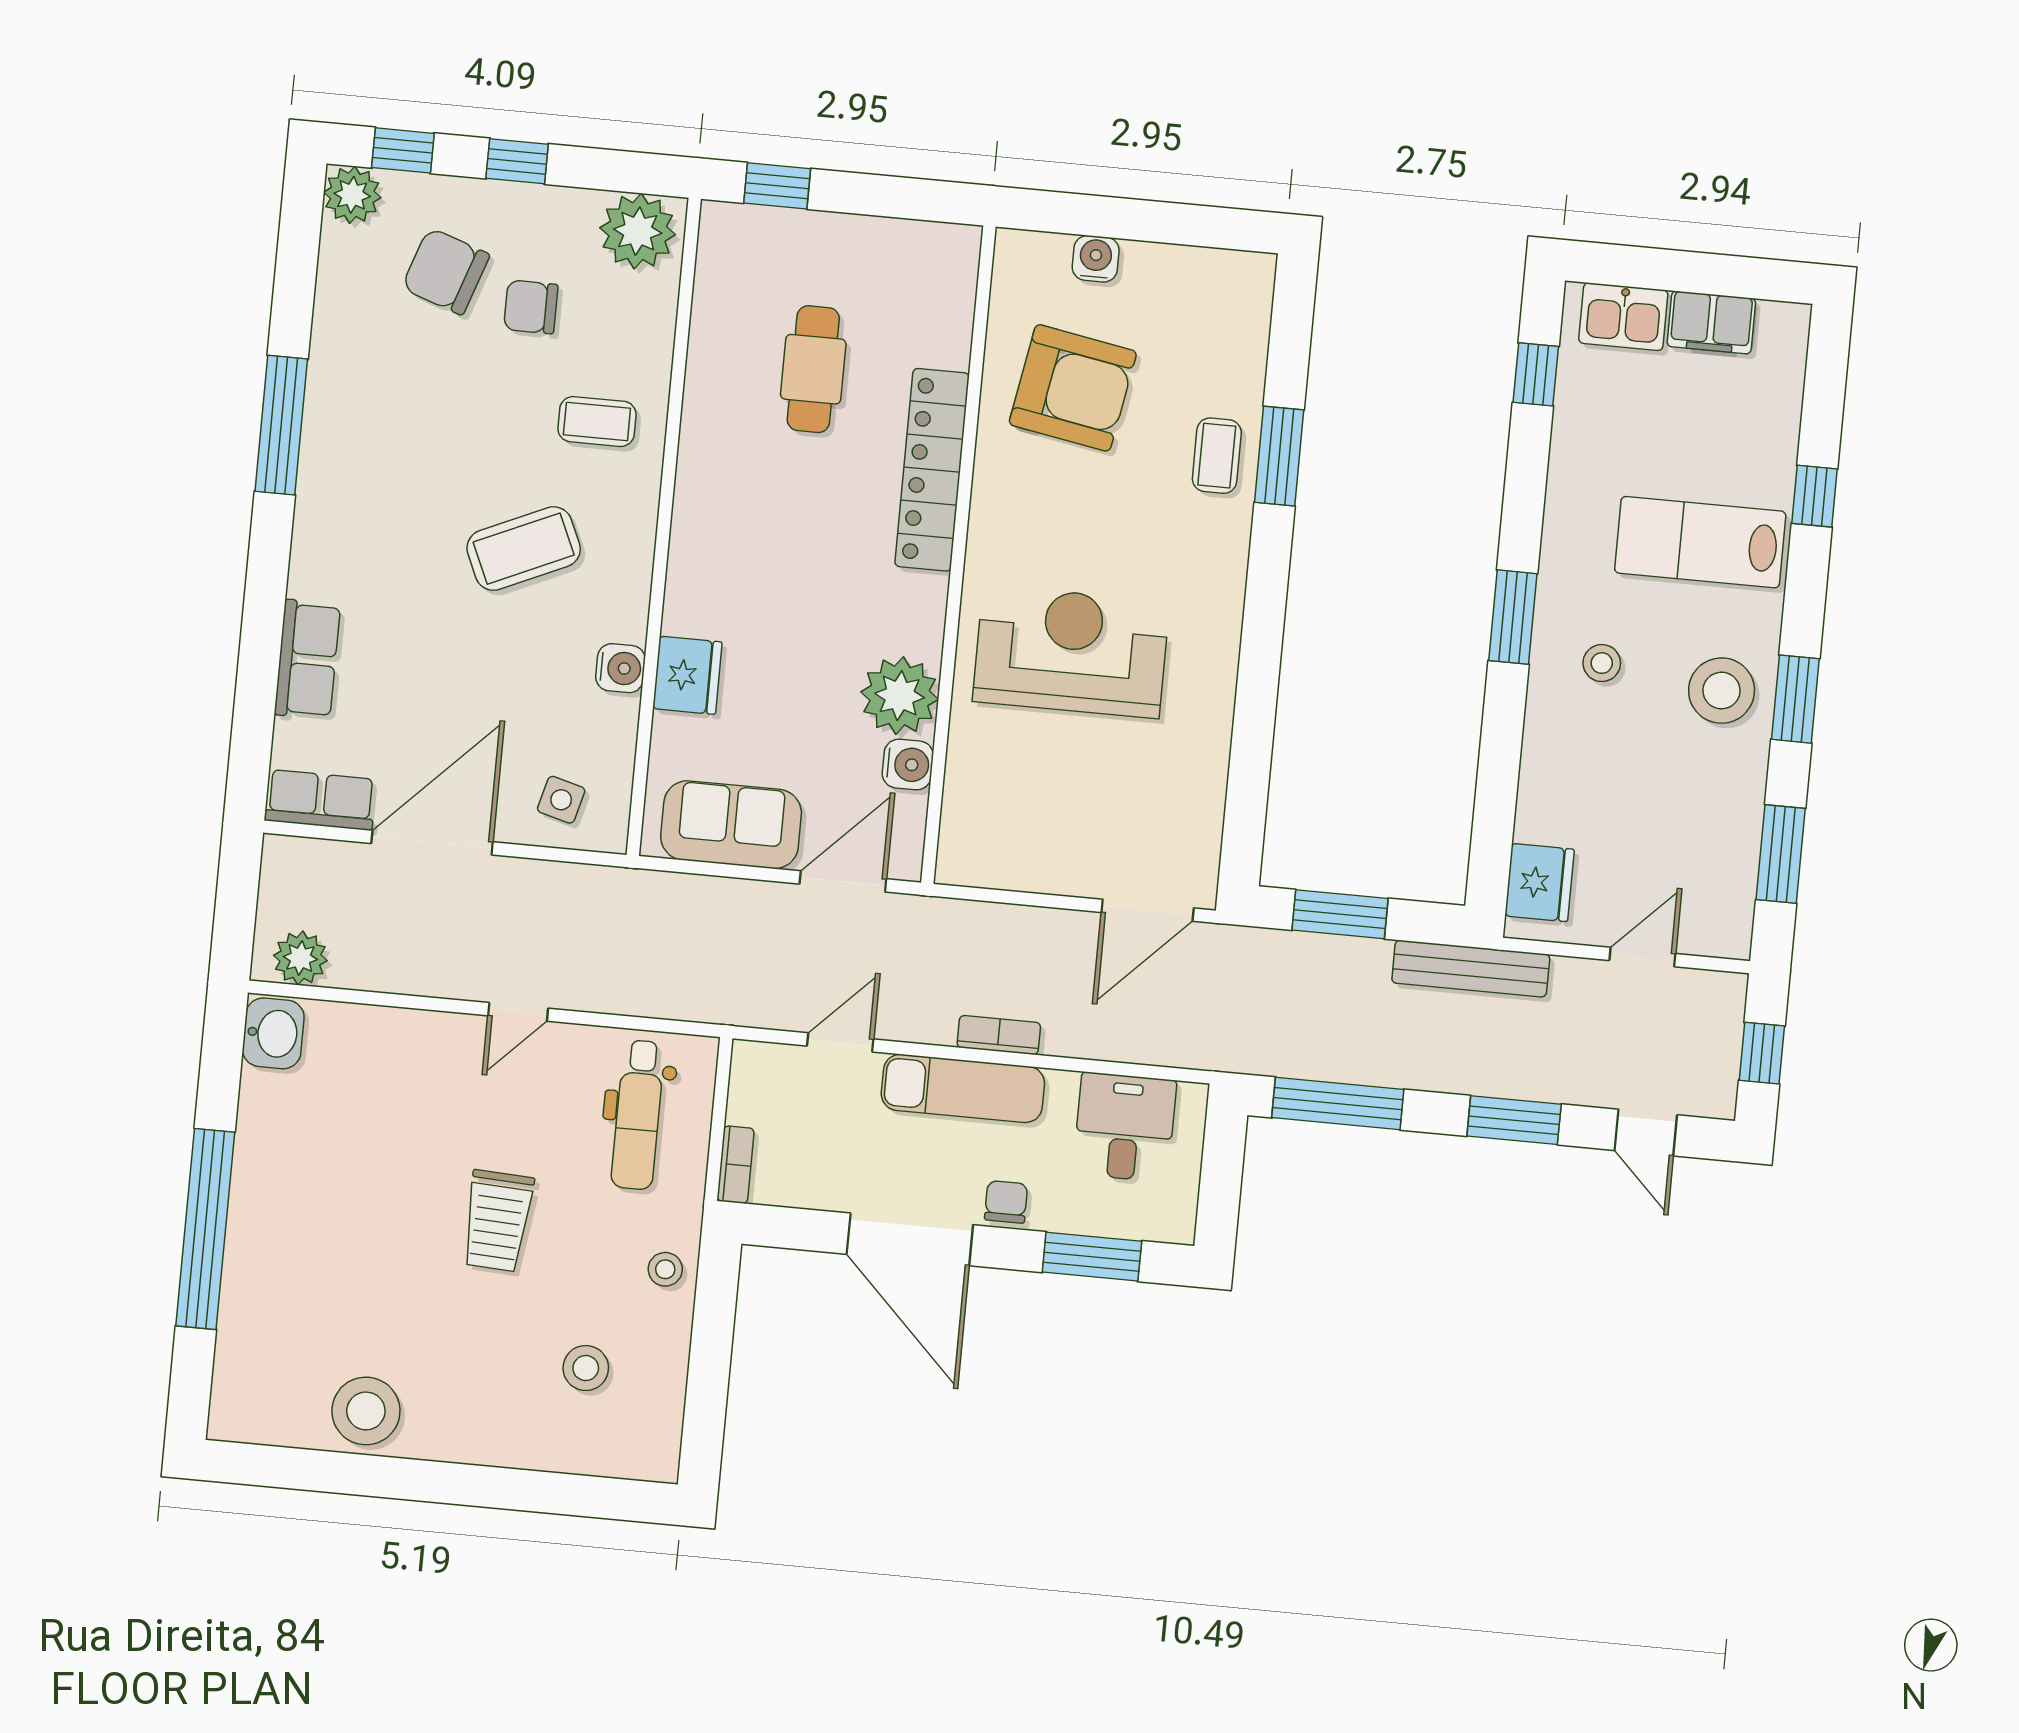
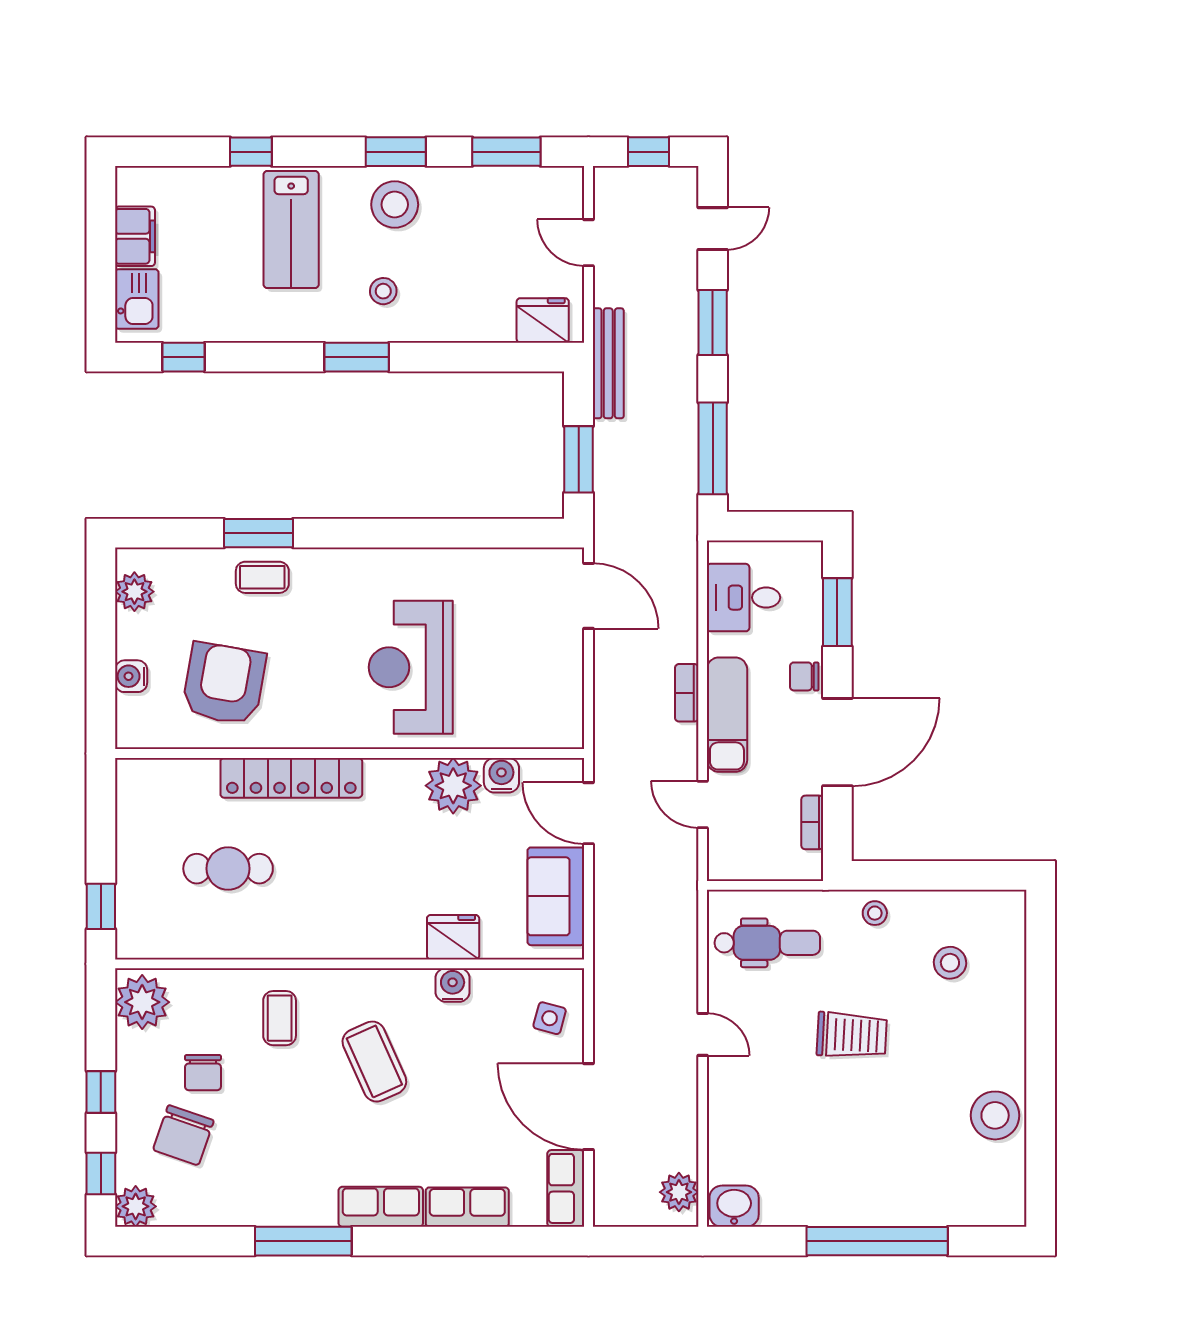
plant: (1214, 275) -> (134, 592), added
row of seats: (319, 538) -> (381, 1207), added
bookcase: (736, 1165) -> (812, 822), moved, turned -90

